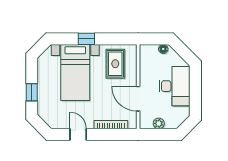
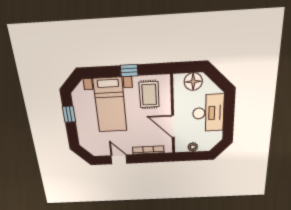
window: (86, 39) -> (129, 70), moved
floor lamp: (163, 49) -> (193, 82), width x1.89, depth x1.89
window: (32, 92) -> (69, 114), moved

